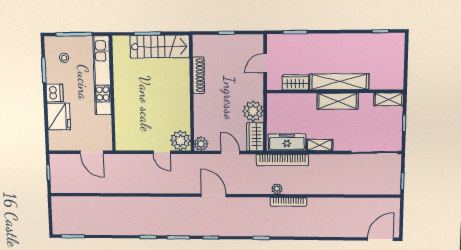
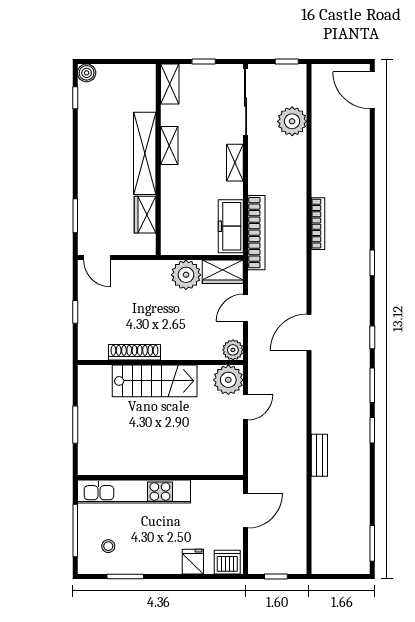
boiler: (398, 39) -> (87, 73), added
stairs: (160, 47) -> (155, 381), moved, turned 90
door: (265, 63) -> (97, 258), moved
dishwasher: (55, 93) -> (227, 562), moved
shelving: (338, 101) -> (169, 146), width x0.67, depth x0.75
fridge: (59, 117) -> (193, 562), width x0.53, depth x0.75
shelving: (320, 145) -> (235, 163), moved
plant: (277, 189) -> (292, 121), moved, width x1.88, depth x1.88
bench: (131, 202) -> (319, 455), added

